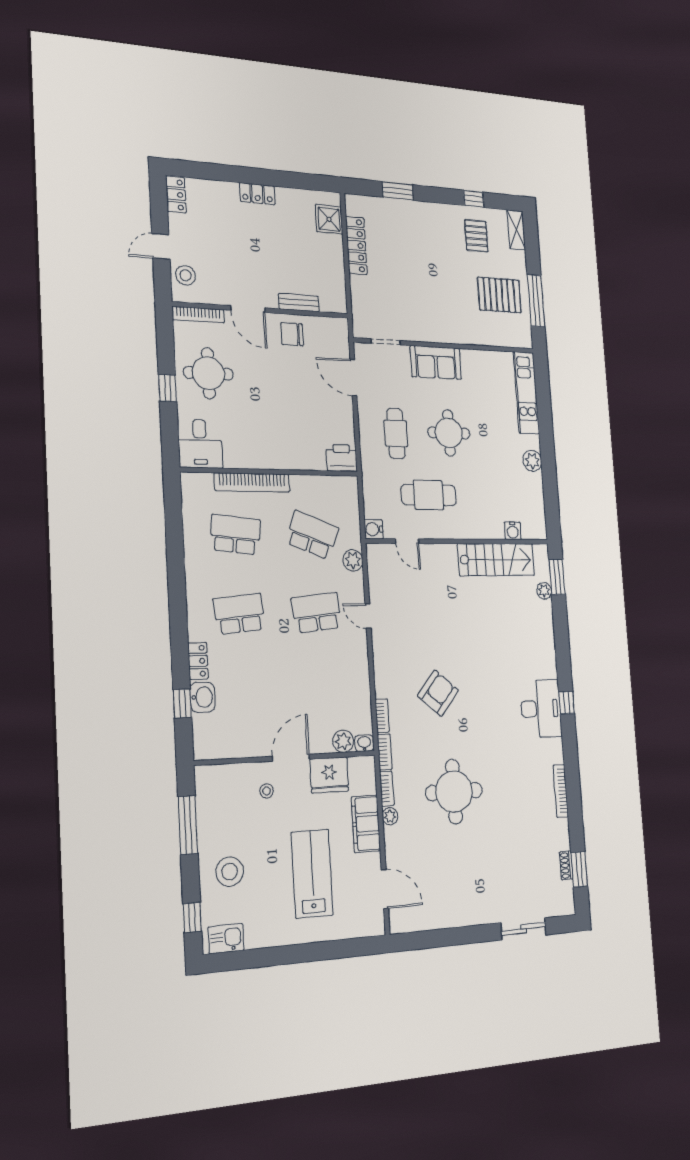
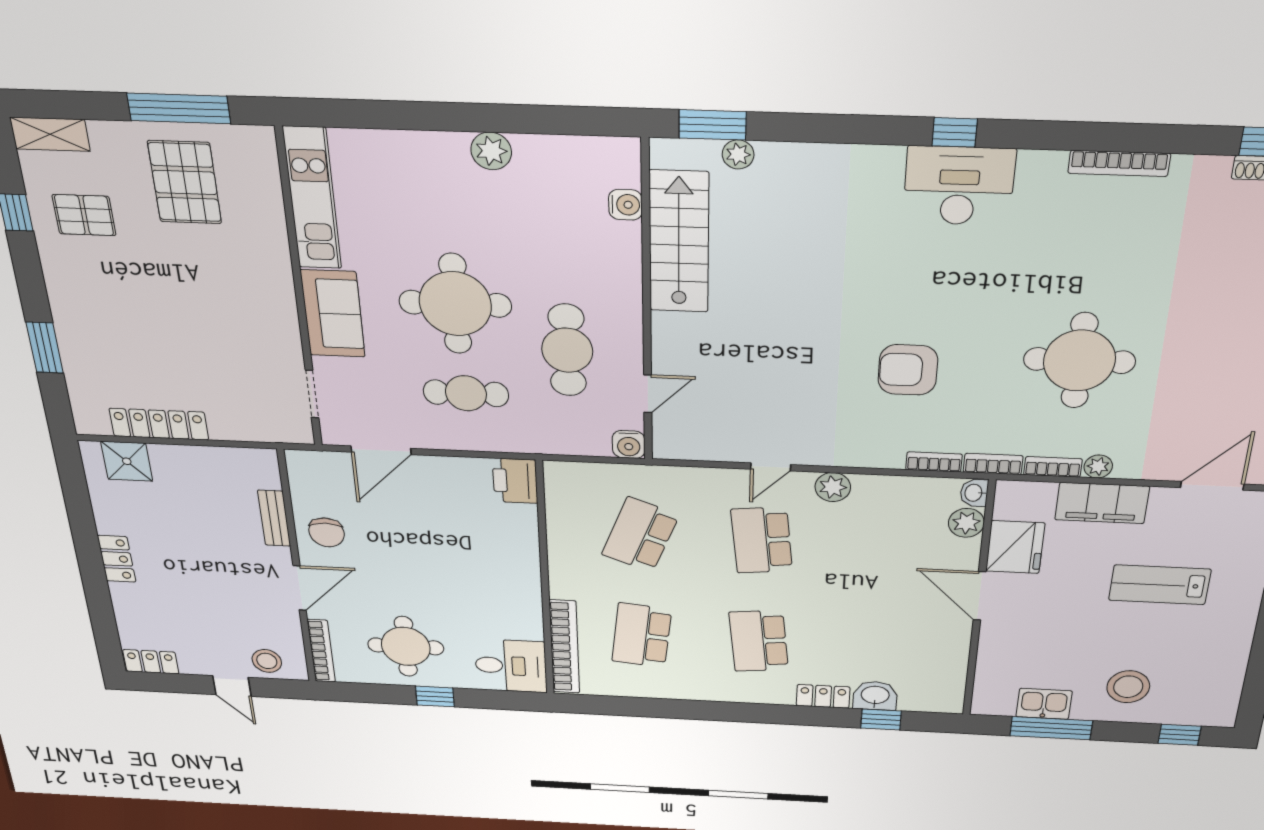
kitchen unit: (526, 393) -> (312, 198), moved, turned -90
round table: (449, 433) -> (455, 304), width x1.36, depth x1.36
bookcase: (252, 482) -> (564, 647), moved
plant: (353, 560) -> (833, 487), moved
armchair: (438, 693) -> (908, 370), turned -40
stool: (267, 791) -> (1023, 631), removed
lab bench: (312, 874) -> (1160, 585), width x0.73, depth x0.72
kitchen sink: (226, 939) -> (1044, 704), moved, turned 90

